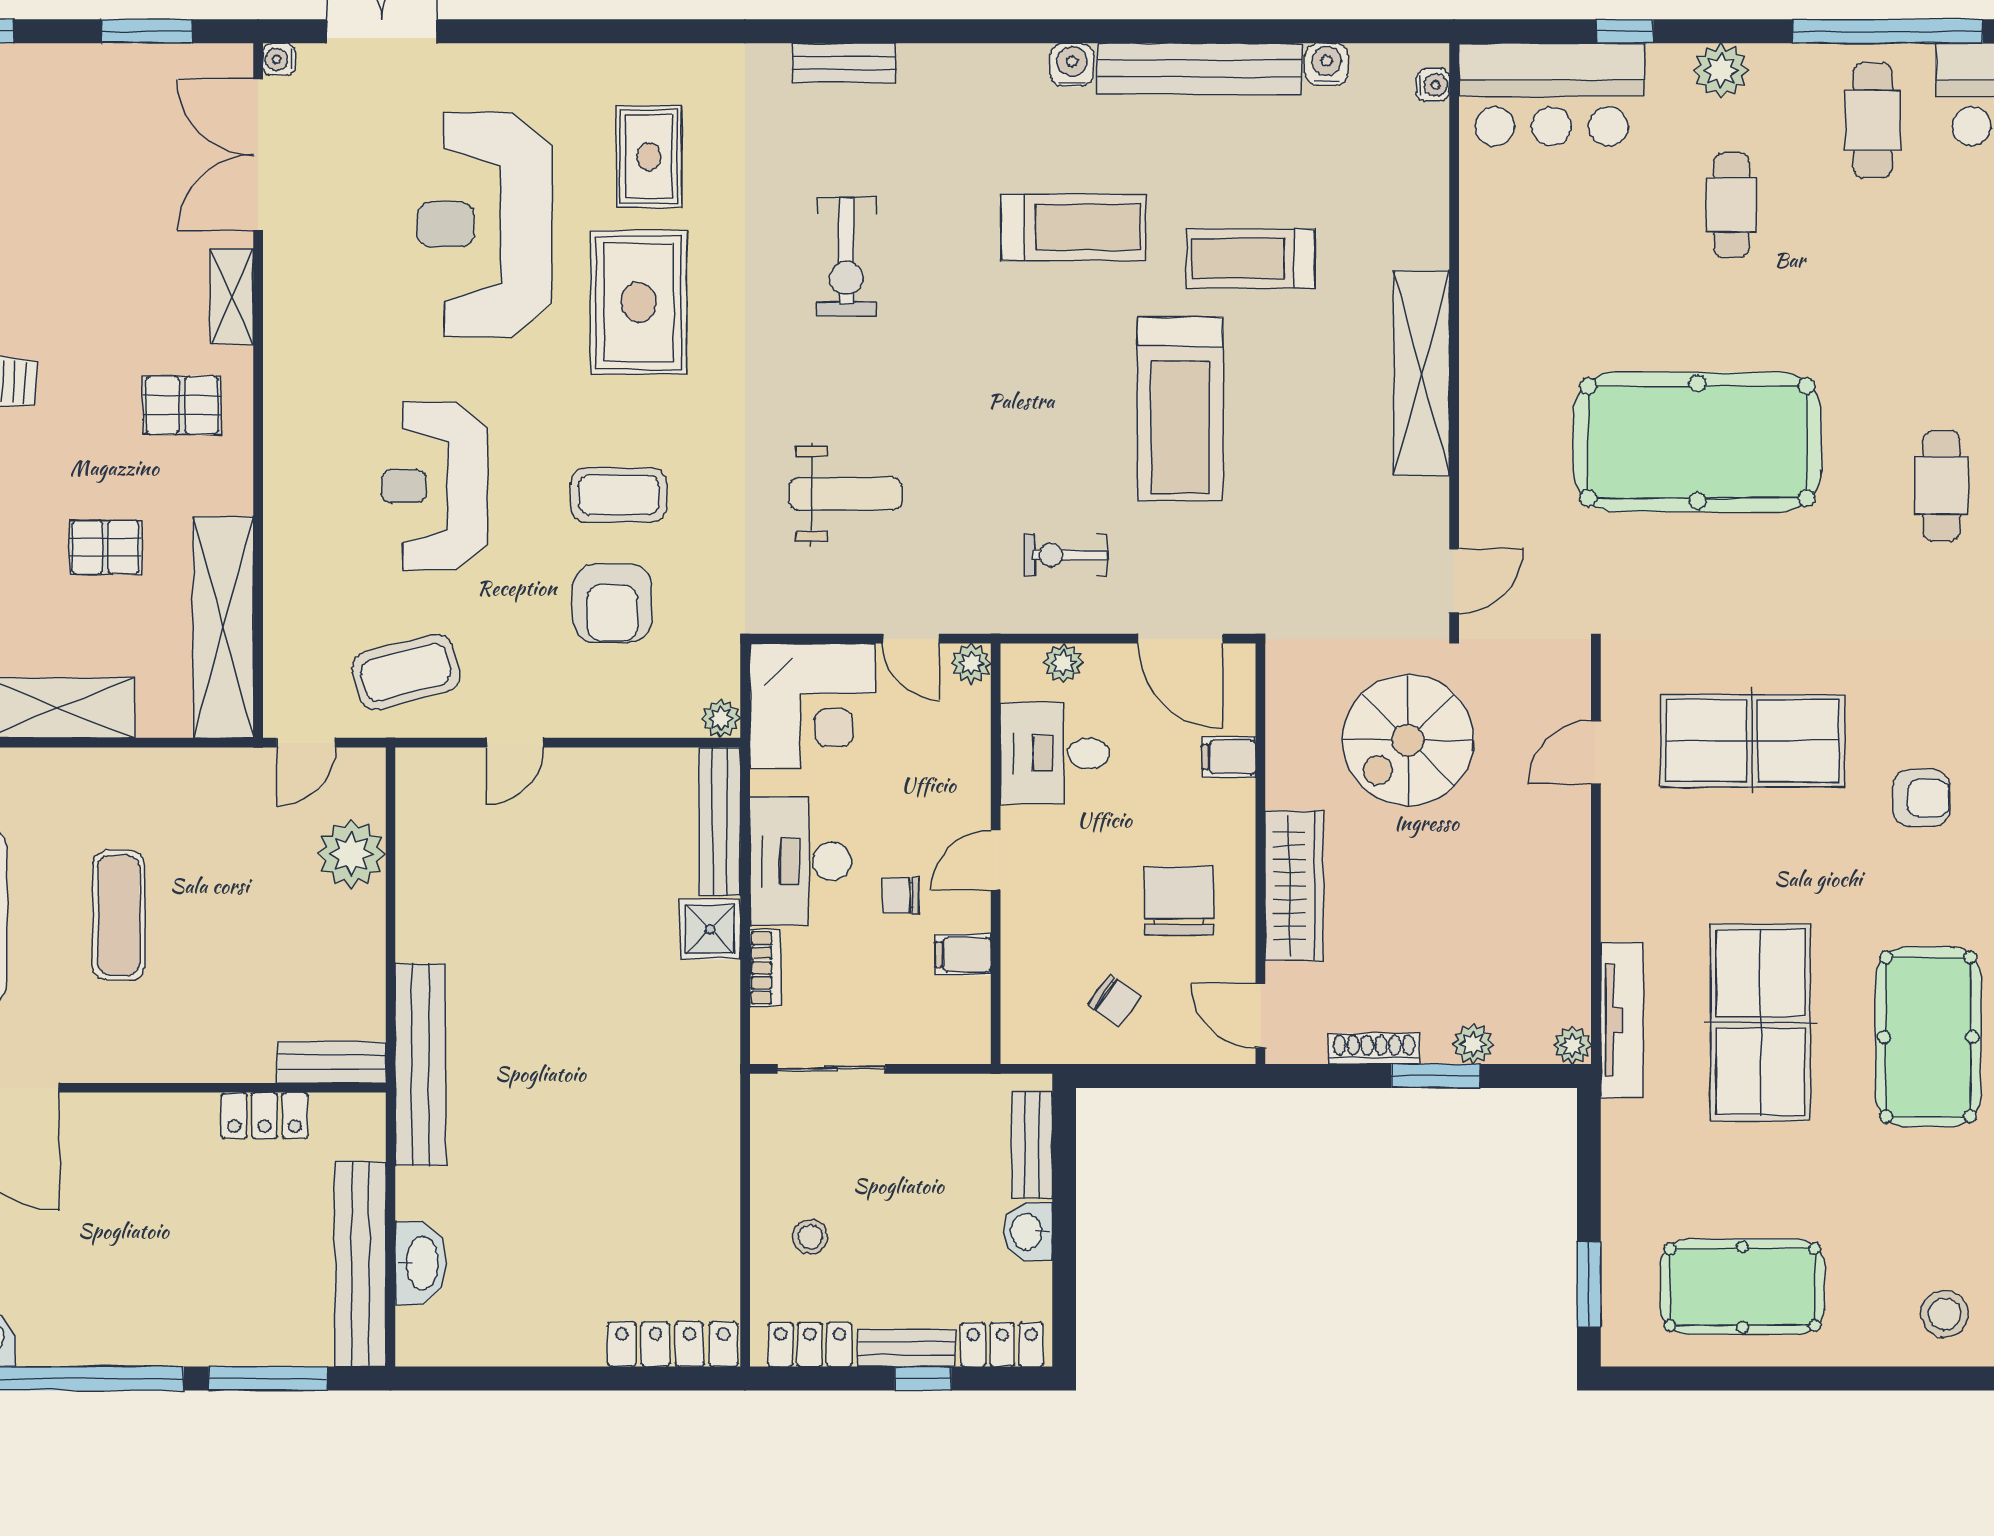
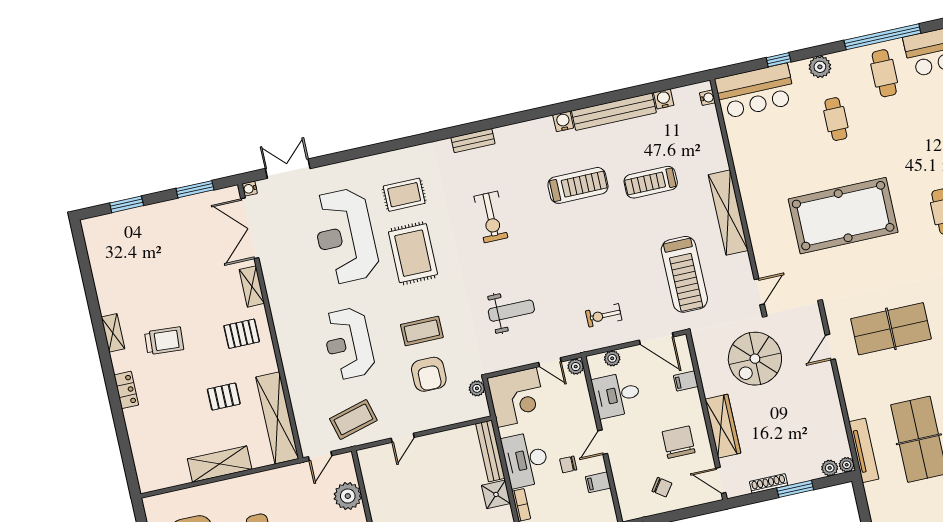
rug: (649, 157) -> (404, 195), turned 90
treadmill: (1180, 409) -> (684, 274), moved
plant: (721, 718) -> (477, 388), moved
plant: (1473, 1044) -> (830, 468), moved

